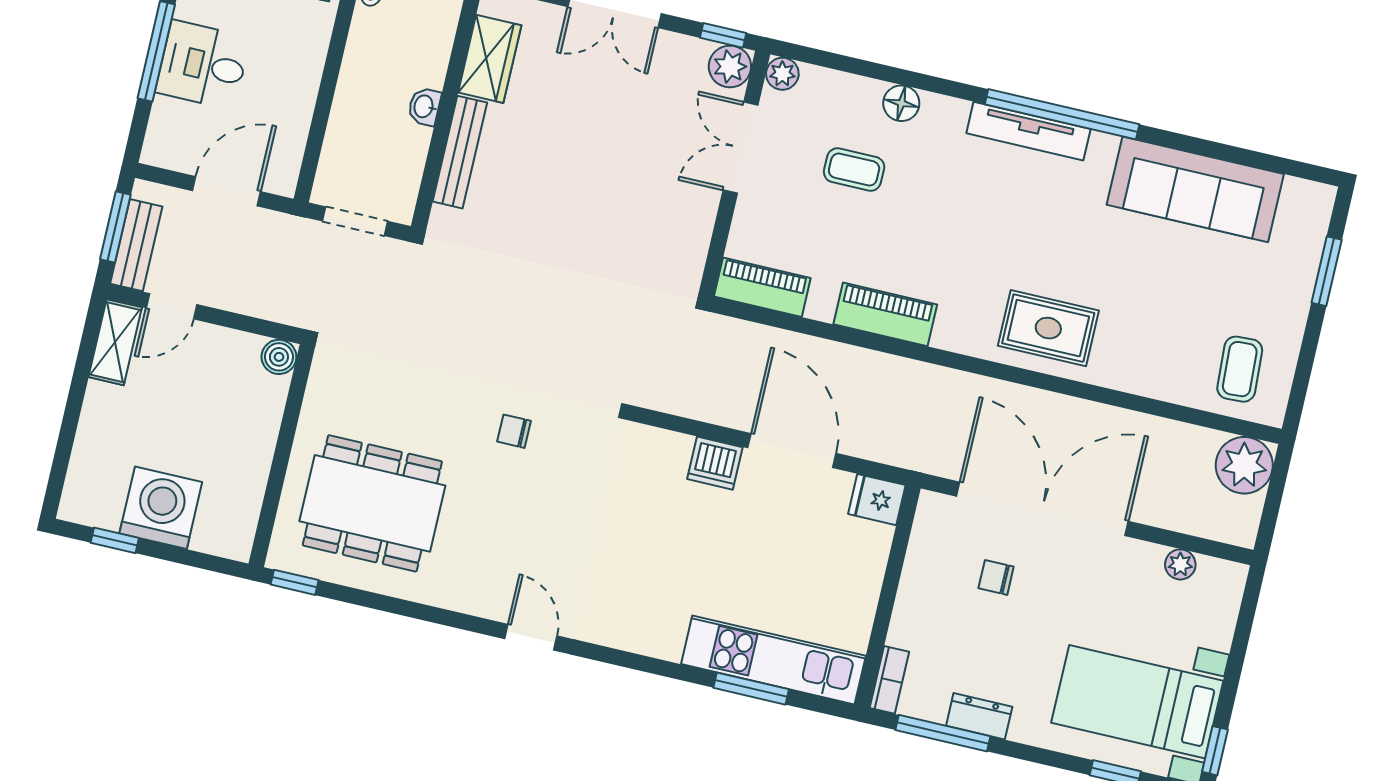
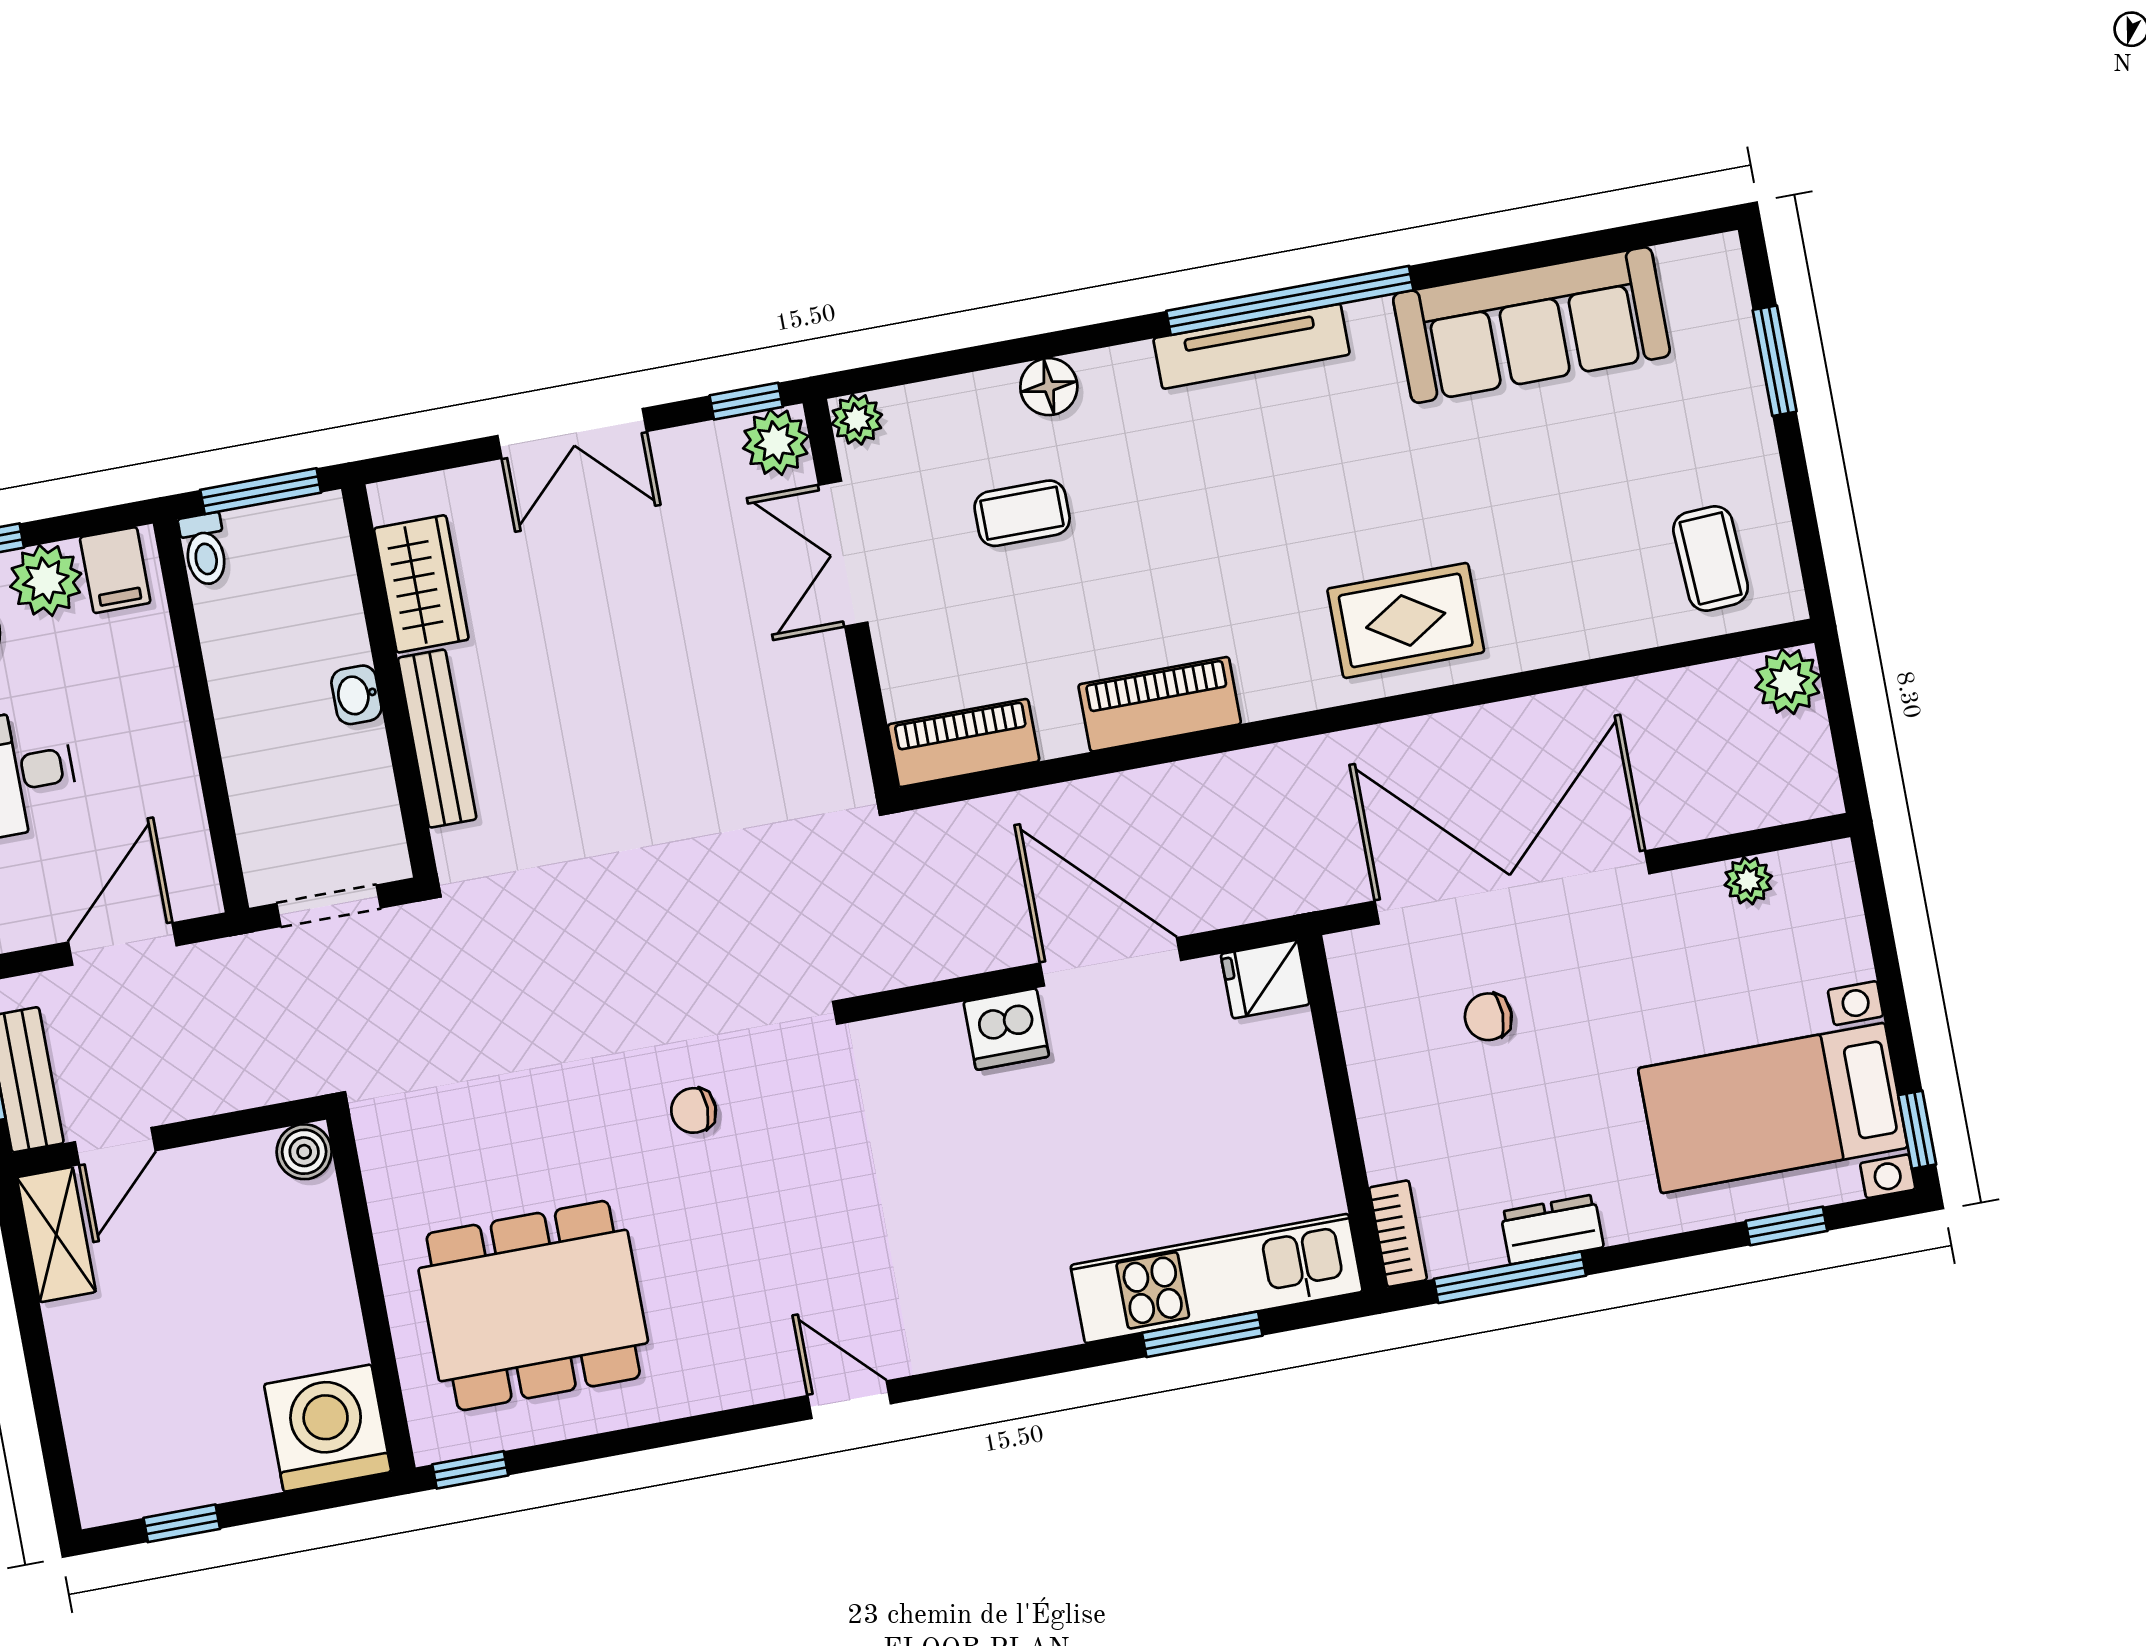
plant: (1244, 465) -> (1788, 681), width x0.73, depth x0.73
washing machine: (161, 508) -> (328, 1428), moved

